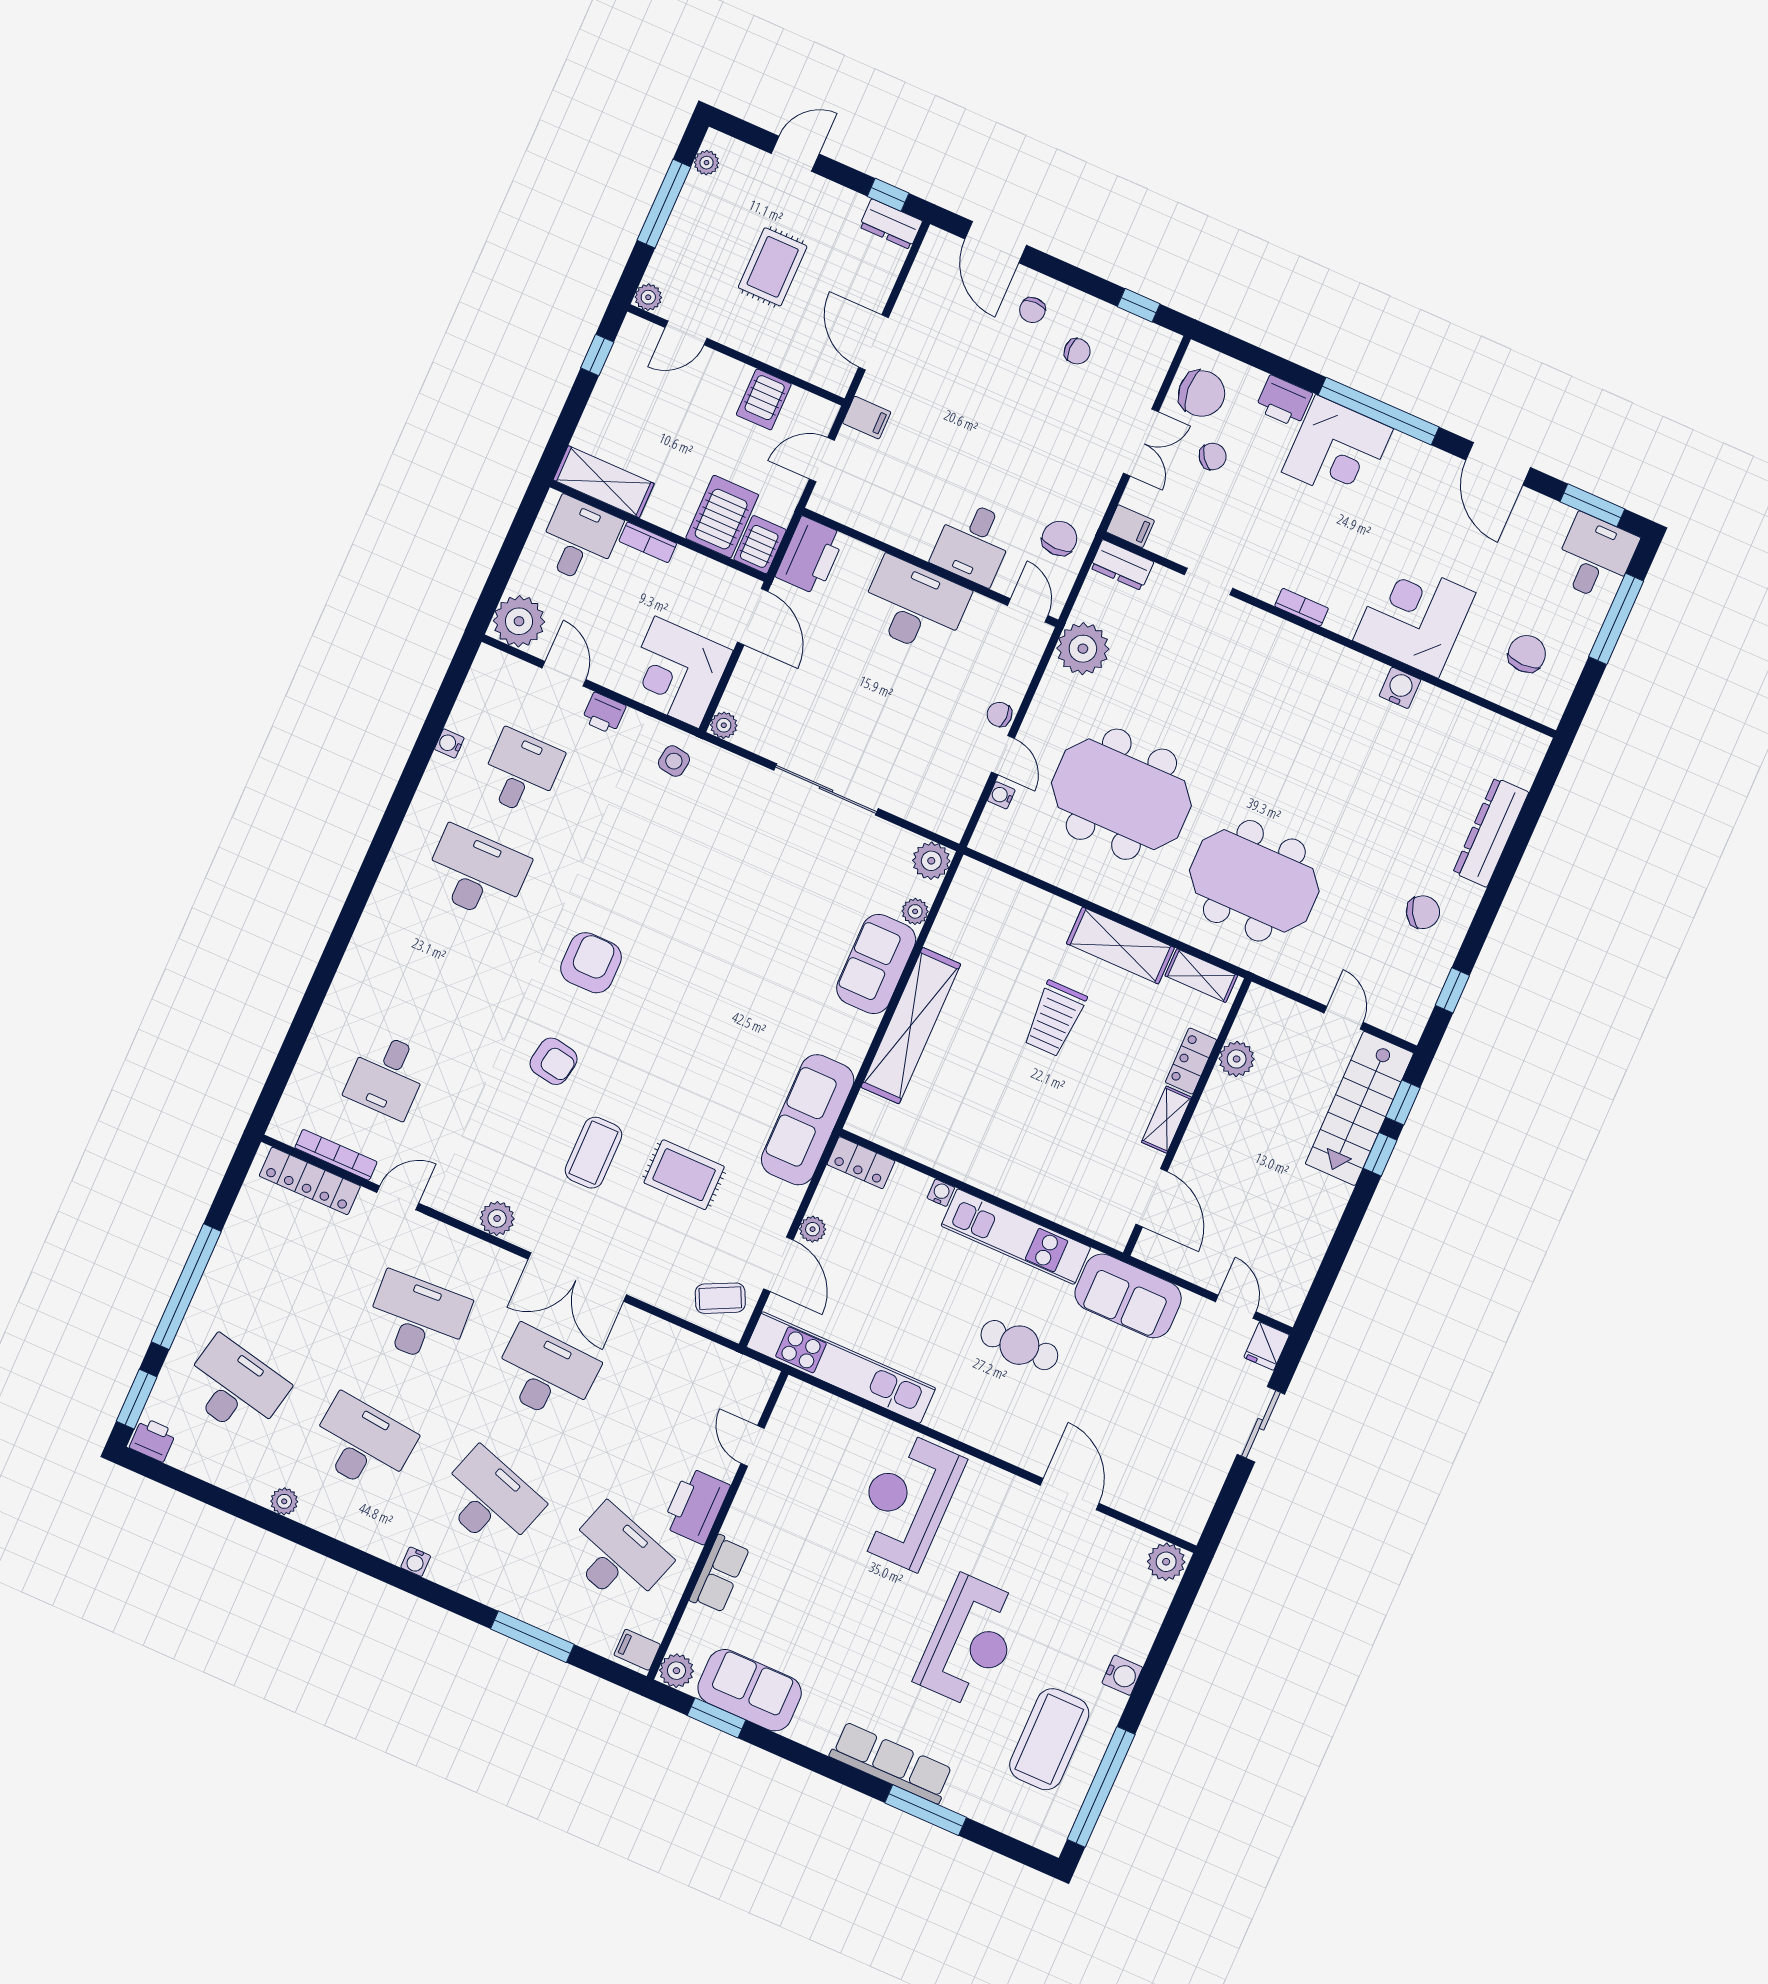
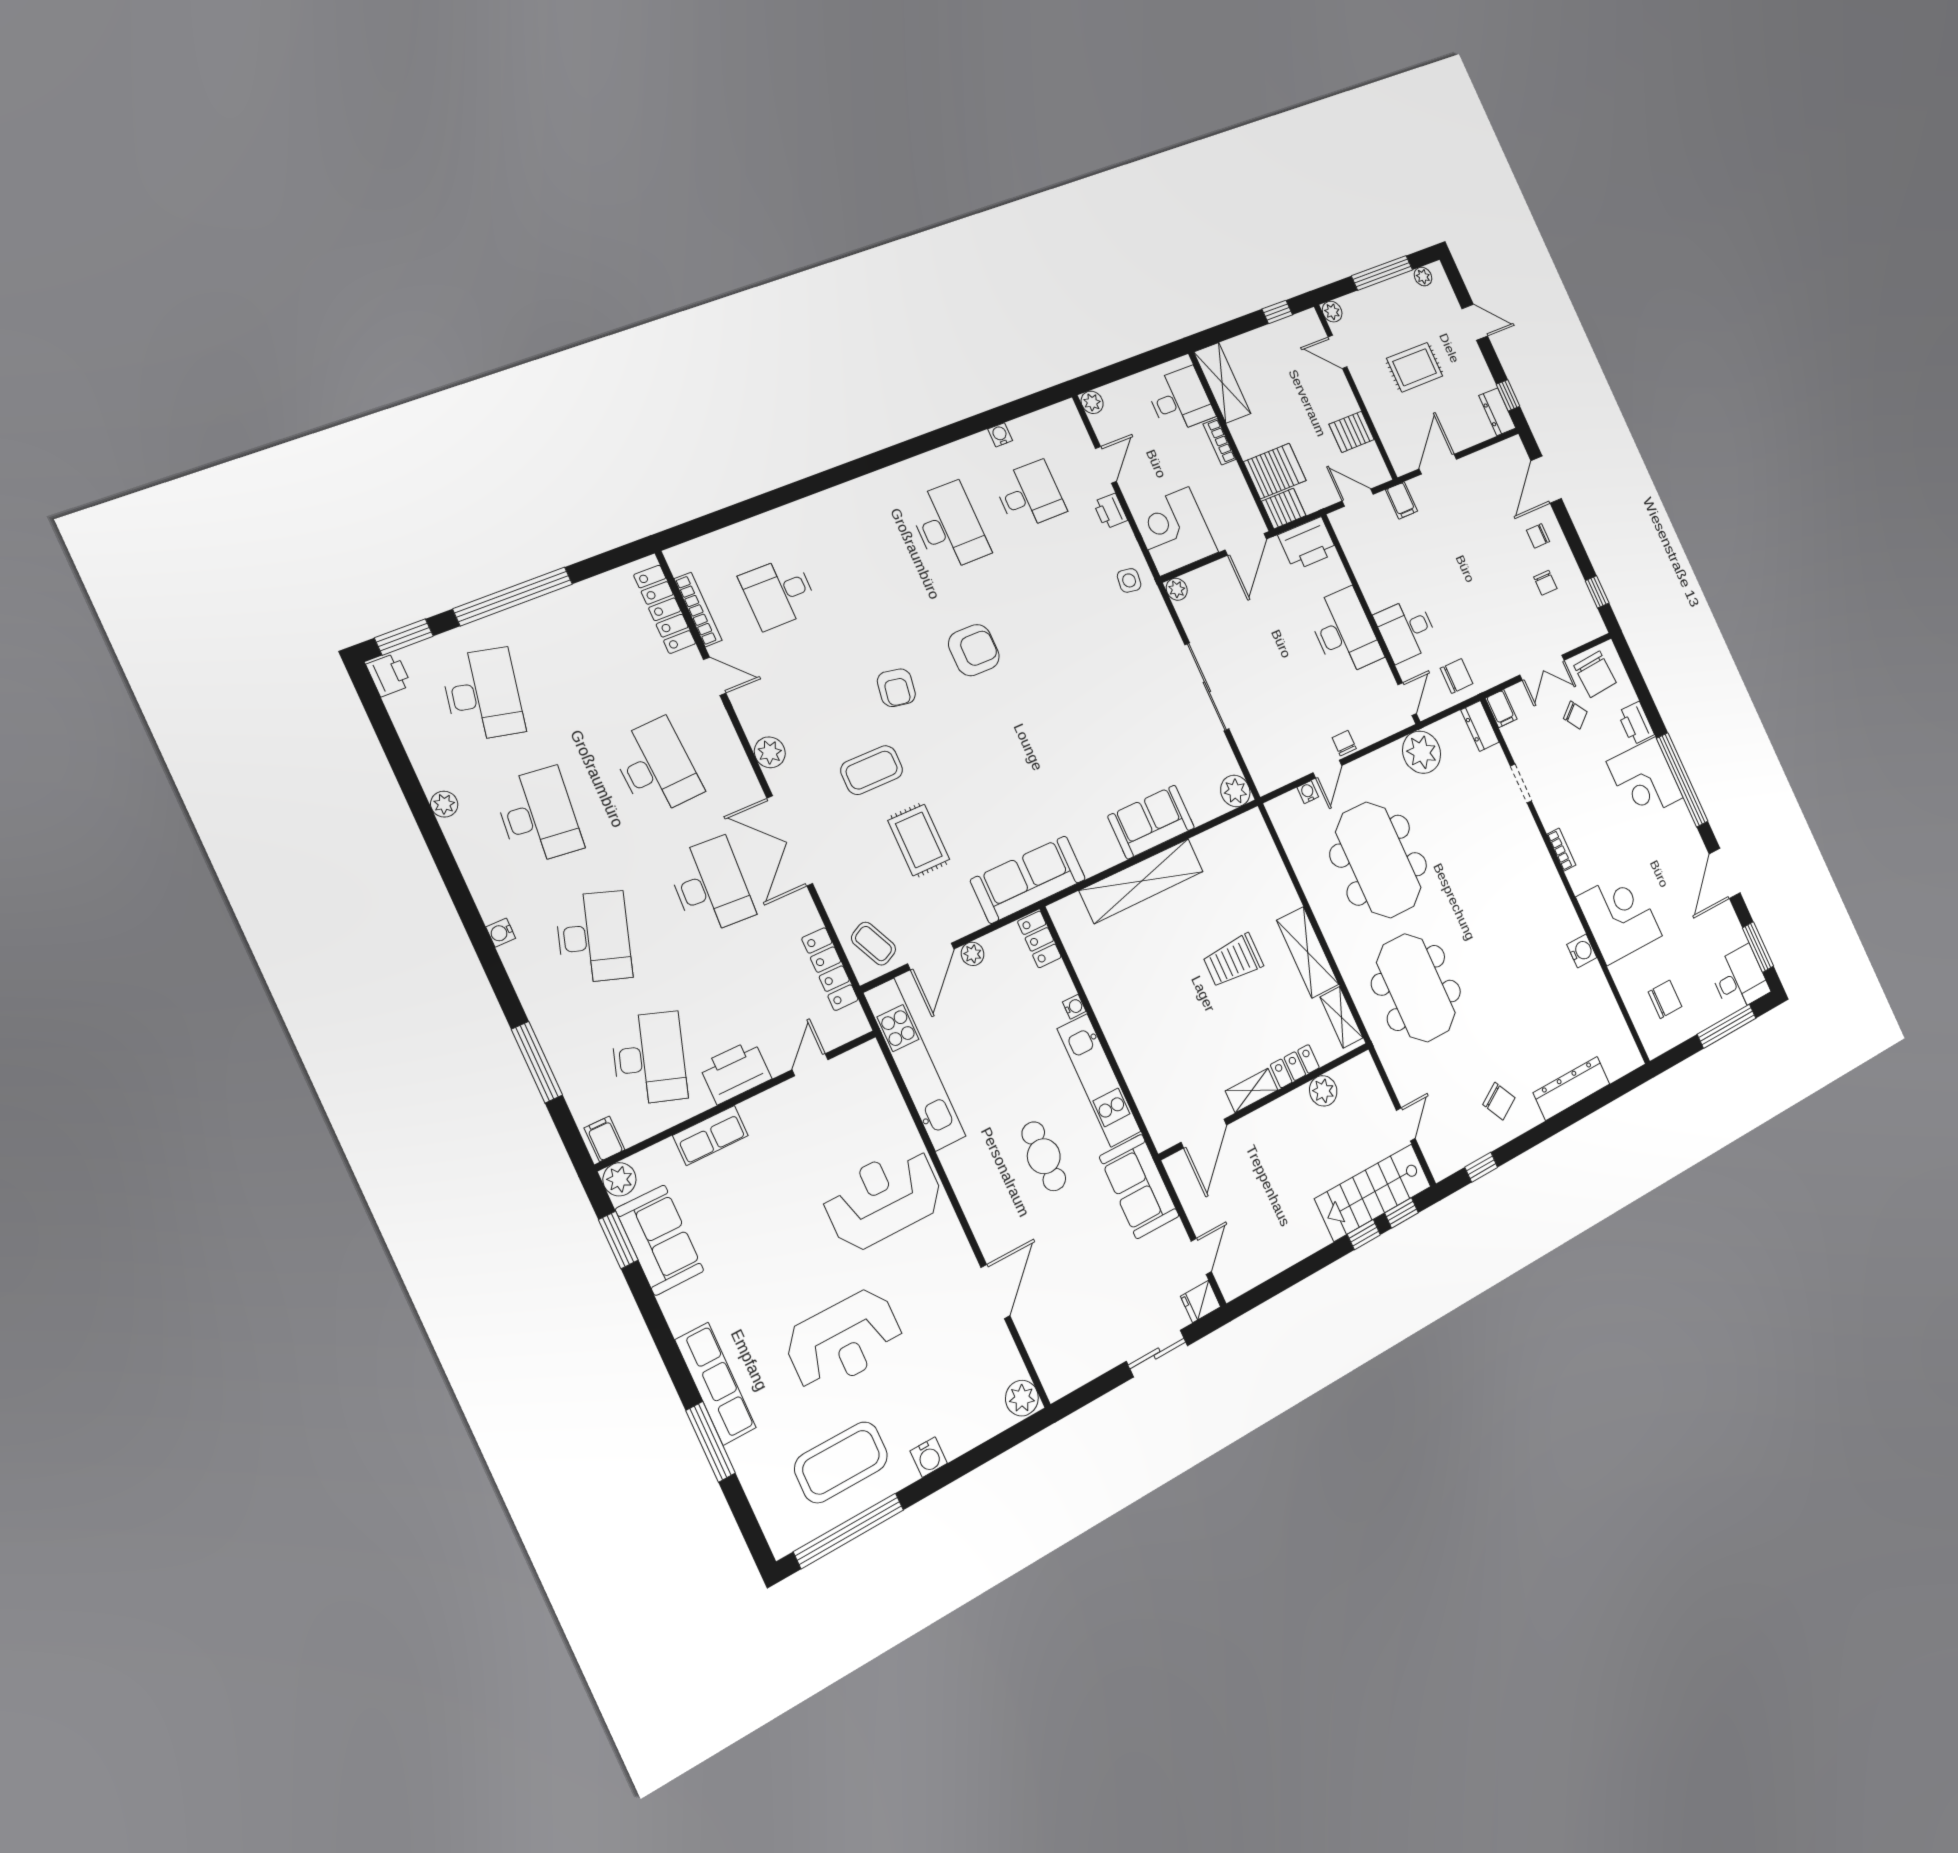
plant: (519, 621) -> (1092, 402), width x0.53, depth x0.53
plant: (915, 911) -> (1201, 812), removed
locker: (702, 1353) -> (830, 969), added

